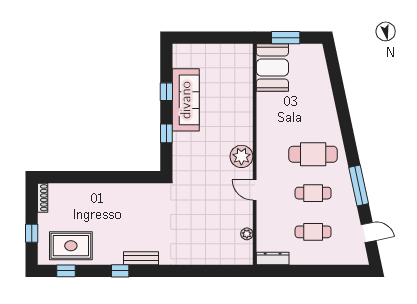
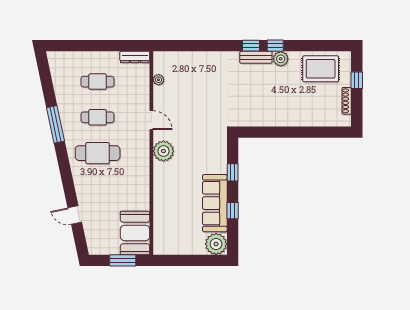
plant: (184, 56) -> (216, 244), added
shoe rack: (43, 198) -> (347, 101), moved
door: (369, 232) -> (75, 215), moved
plant: (114, 257) -> (281, 59), added
window: (66, 271) -> (251, 46), moved

